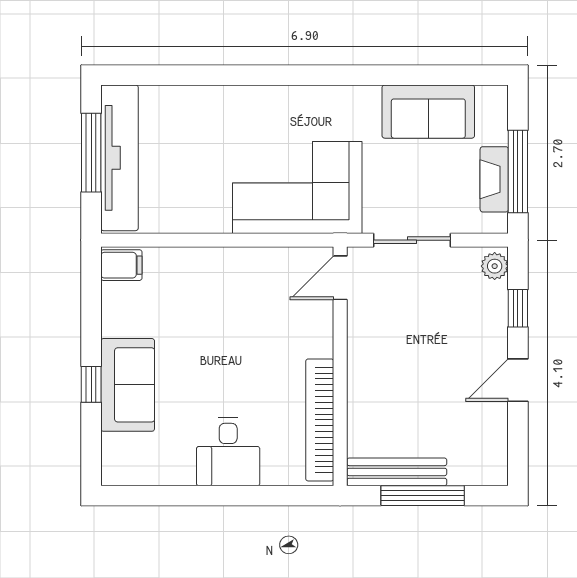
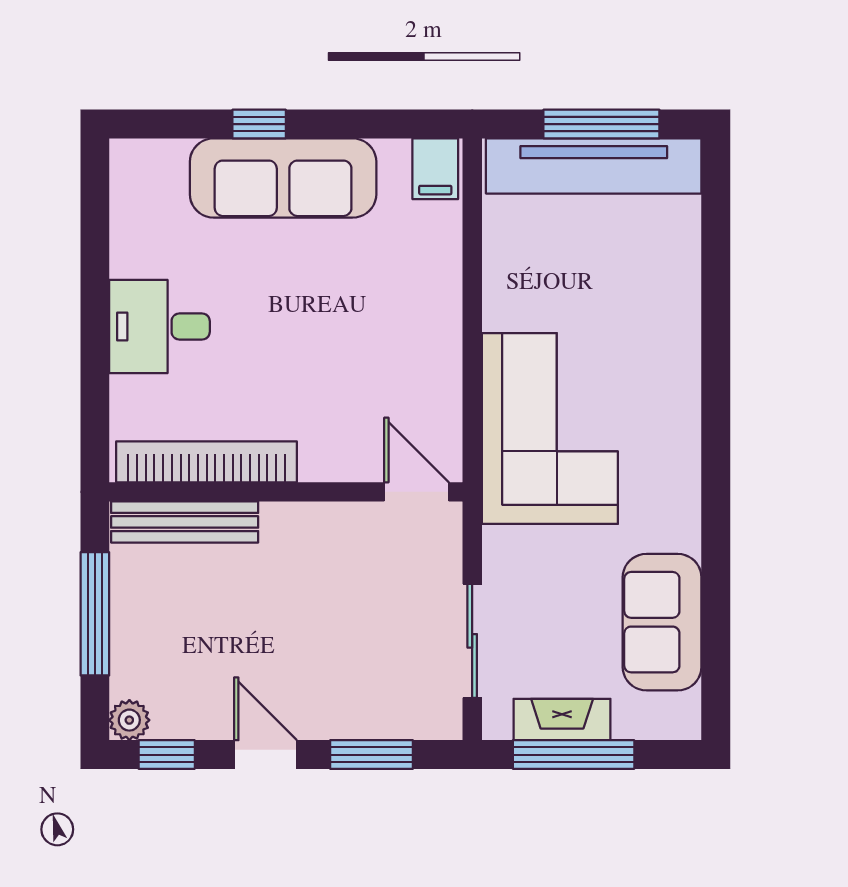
sliding door: (412, 240) -> (472, 641), moved
plant: (495, 266) -> (129, 720), moved
window: (518, 308) -> (371, 755), width x1.50
sofa: (128, 385) -> (283, 178), width x1.36
window: (518, 447) -> (167, 755), added
bench: (397, 472) -> (185, 522), moved, turned 90

